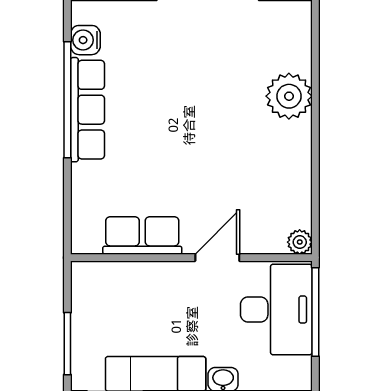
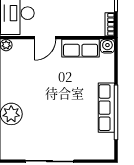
water cooler: (85, 40) -> (107, 46), moved, turned -90
bookcase: (81, 286) -> (110, 24), added

